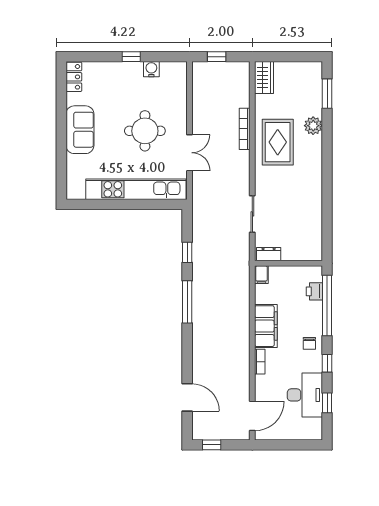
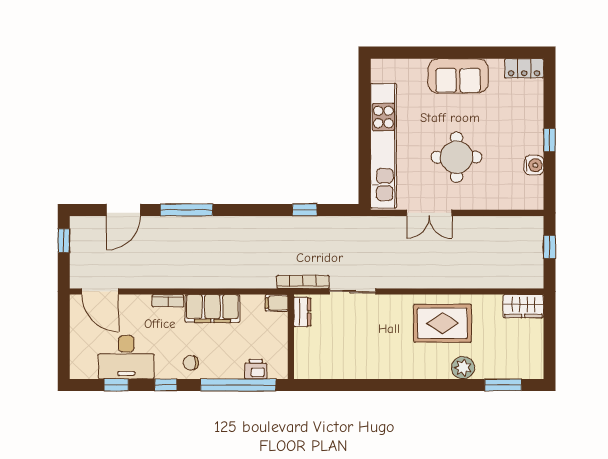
bookcase: (245, 129) -> (303, 282), moved
window: (187, 302) -> (186, 210), moved

